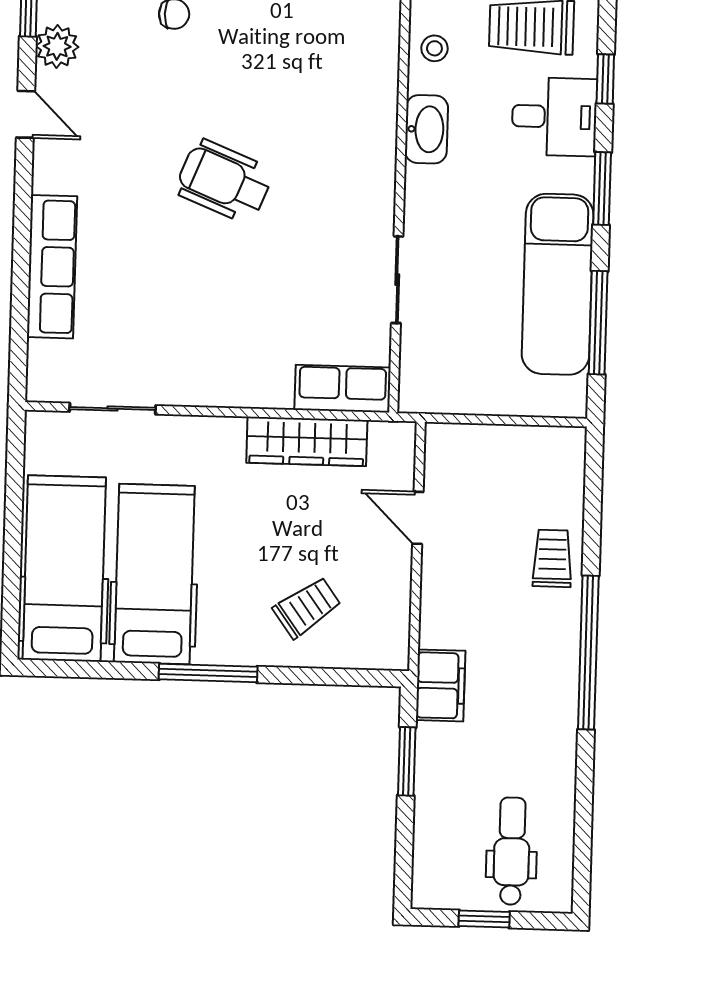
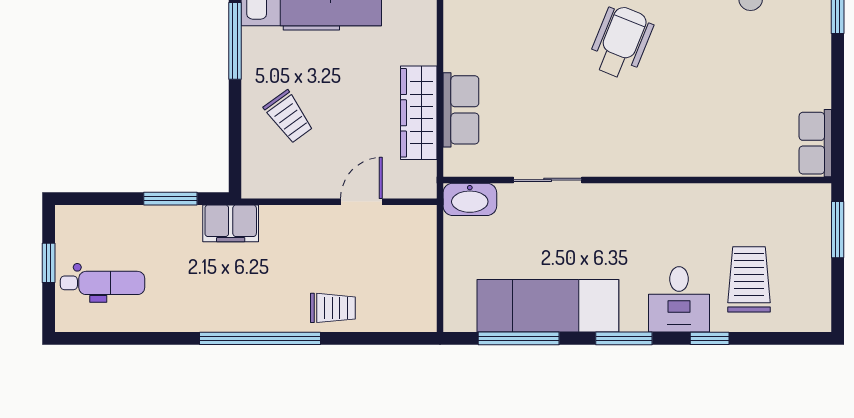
stool: (434, 48) -> (730, 204), removed
washbasin: (426, 129) -> (470, 199), moved
row of seats: (343, 389) -> (461, 110), moved

